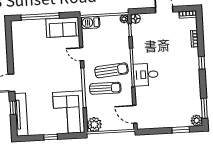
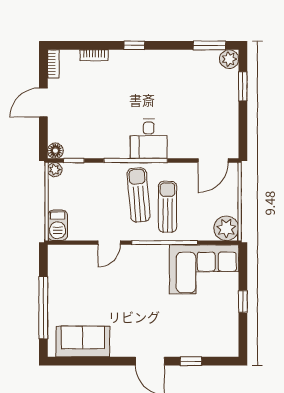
sofa: (63, 27) -> (83, 341), moved, turned -90
tv unit: (21, 115) -> (203, 348), removed

